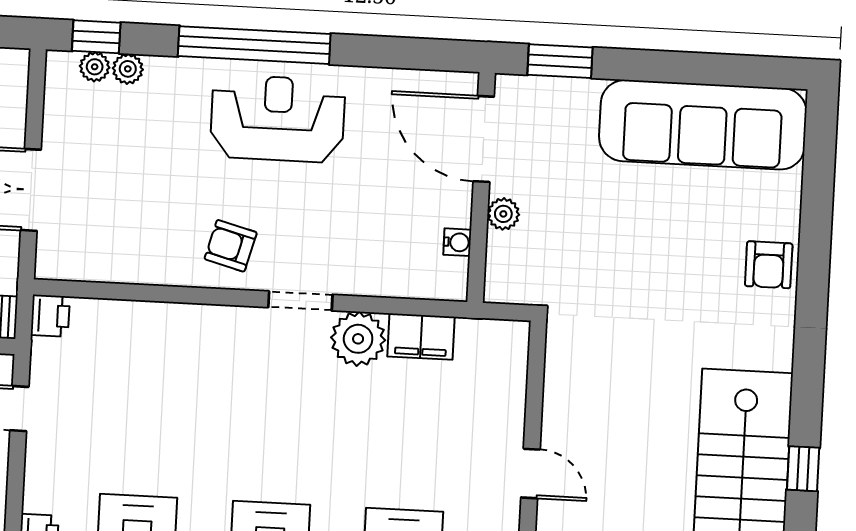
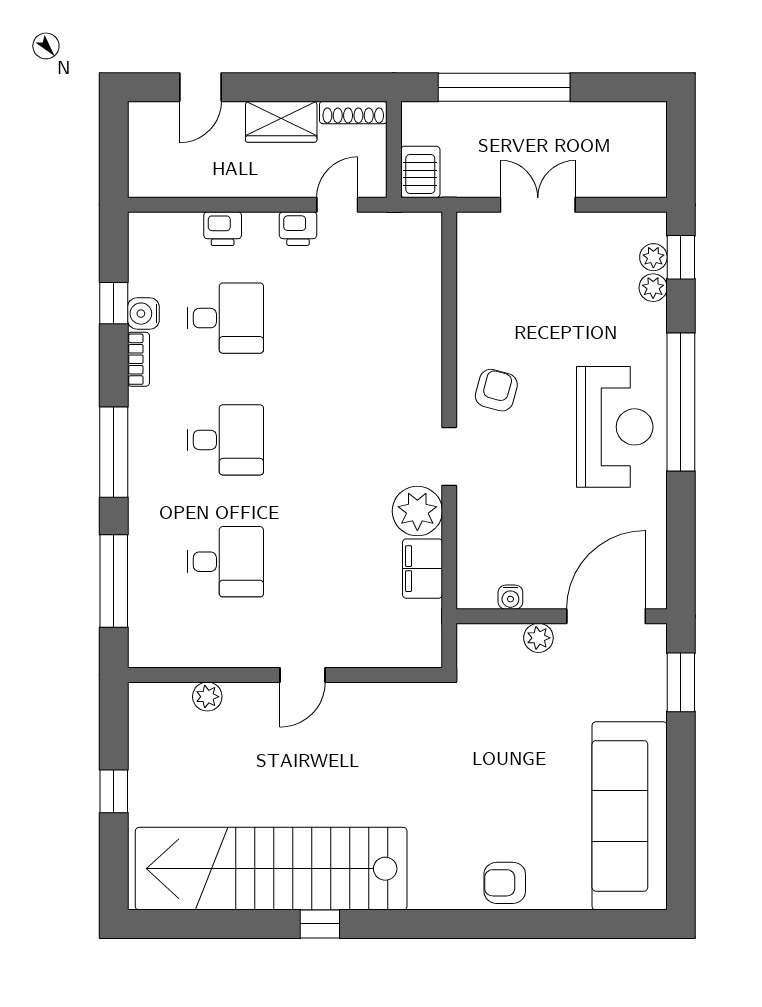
printer: (50, 316) -> (298, 229), moved

